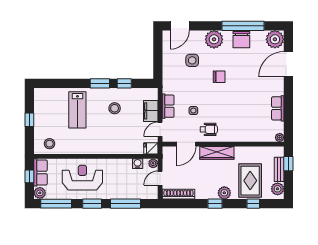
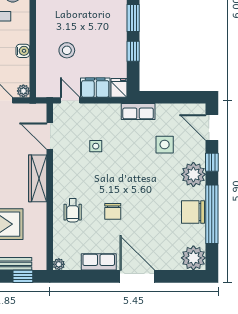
window: (205, 26) -> (212, 162), added
door: (288, 64) -> (137, 276), moved
chair: (219, 77) -> (113, 211), moved
row of seats: (168, 106) -> (138, 111), moved
stool: (115, 108) -> (67, 50), moved
wheelchair: (209, 129) -> (73, 210), moved
fridge: (151, 148) -> (119, 88), moved
water cooler: (138, 164) -> (23, 51), moved

